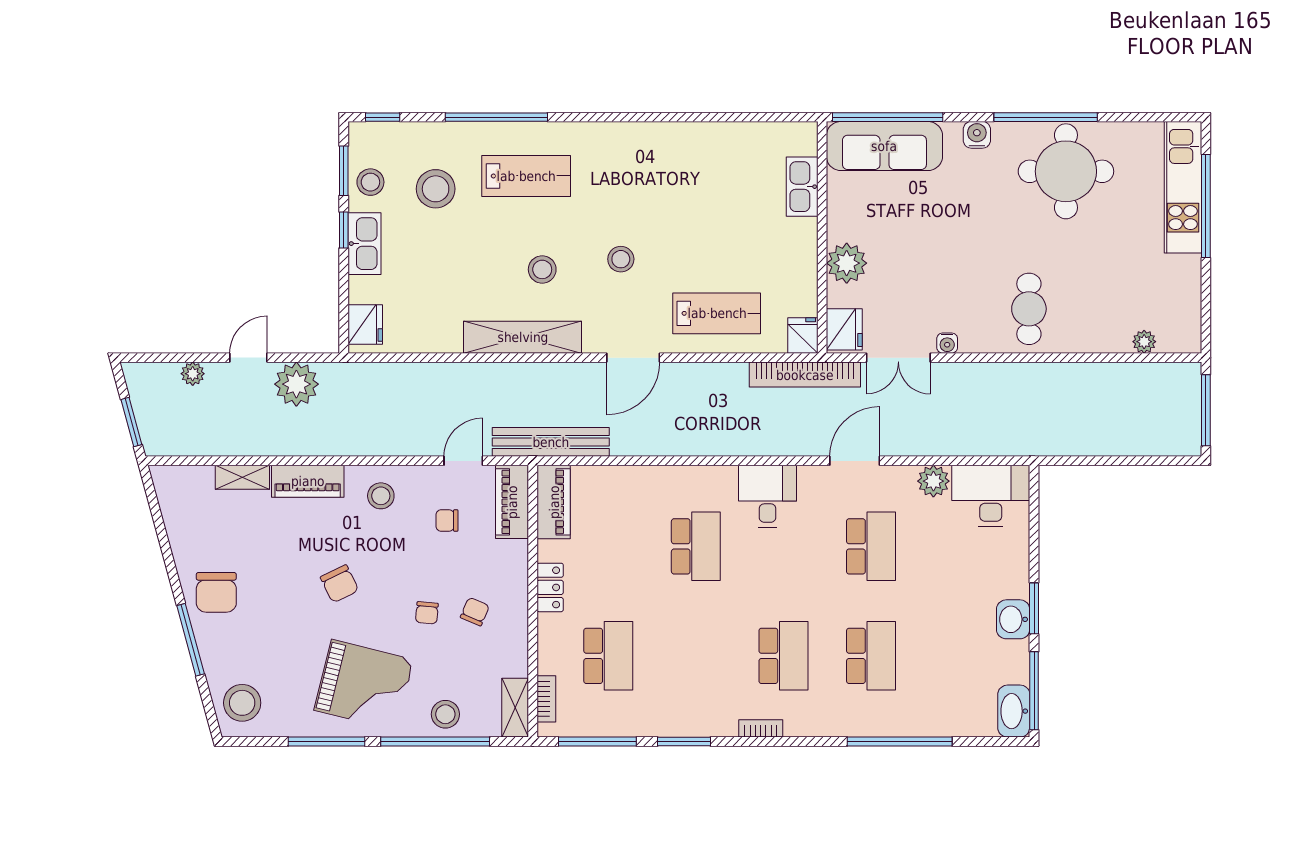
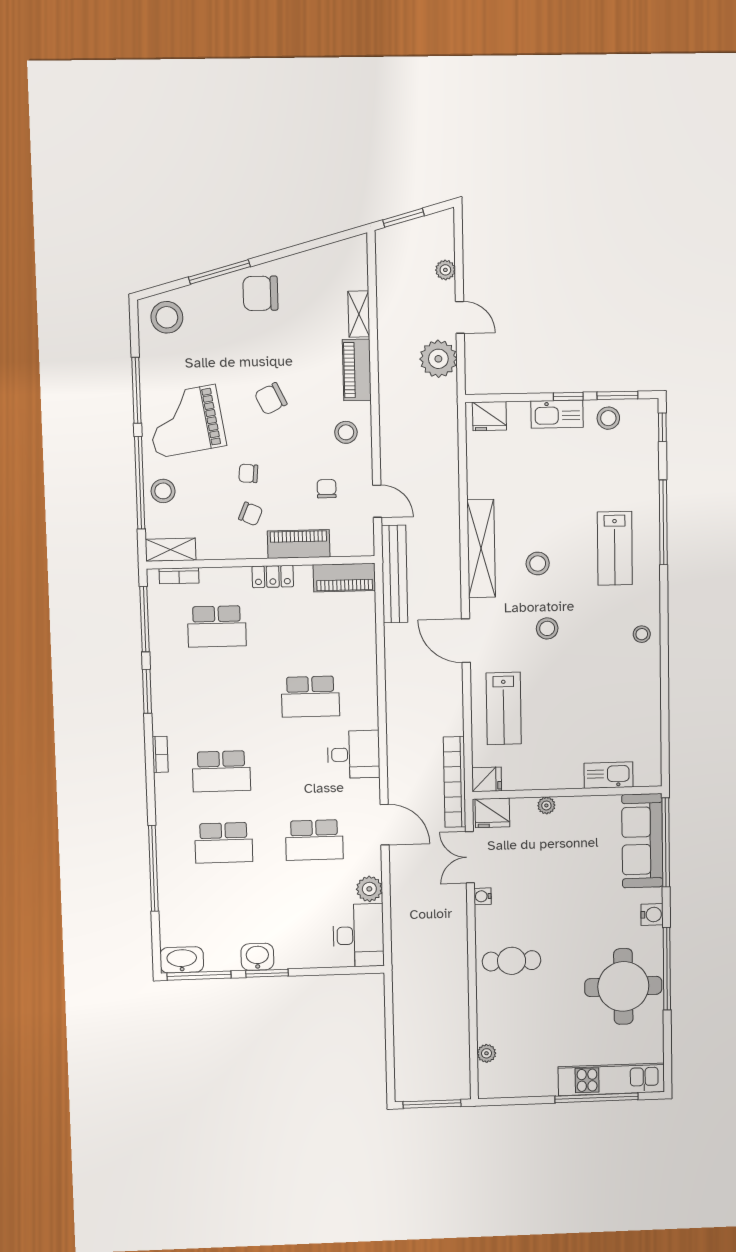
stool: (436, 189) -> (642, 634), moved, width x0.53, depth x0.53
plant: (847, 263) -> (546, 805), width x0.53, depth x0.53
piano: (512, 502) -> (299, 544), moved
grand piano: (364, 685) -> (186, 421), turned 67

